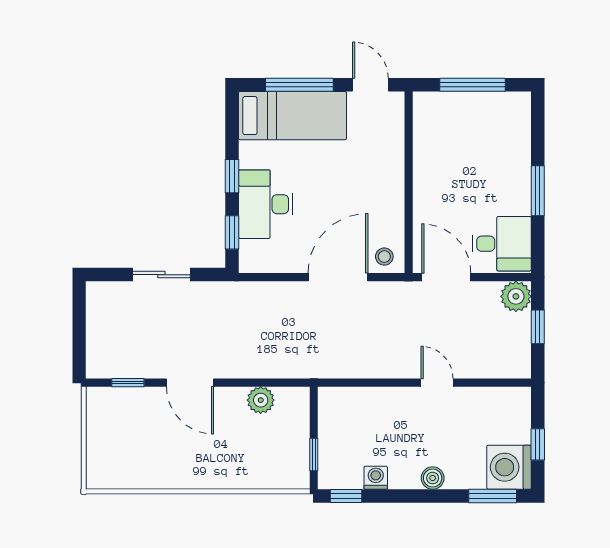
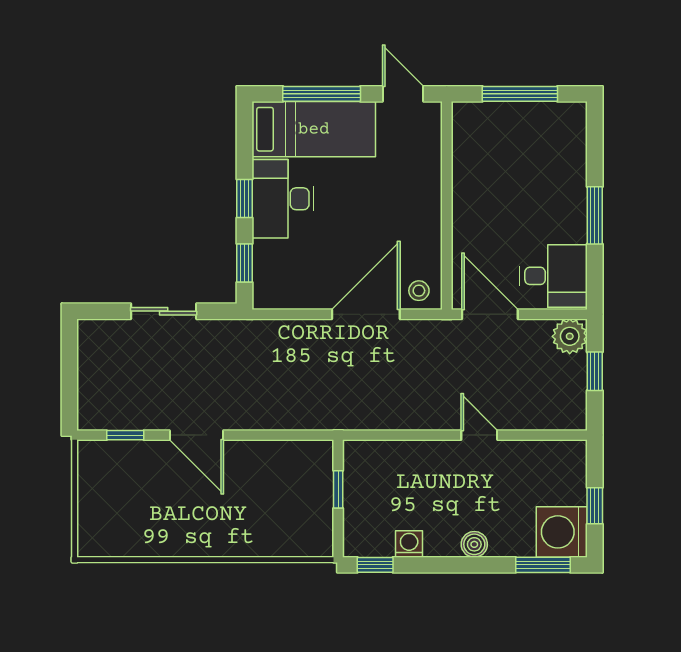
desk: (266, 204) -> (283, 199), moved
plant: (261, 400) -> (277, 455), removed
window: (314, 454) -> (338, 489), moved

